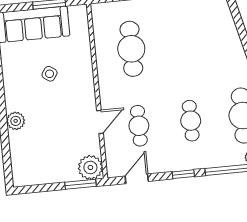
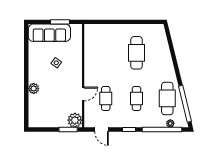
cafe table: (131, 49) -> (137, 53), moved
door: (137, 179) -> (101, 130), swing flipped

